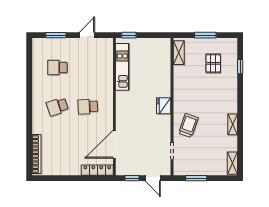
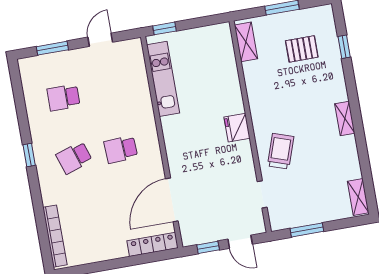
pallet: (213, 63) -> (302, 49), turned 90
window: (29, 100) -> (29, 155), added
shelving: (233, 124) -> (345, 119), moved

